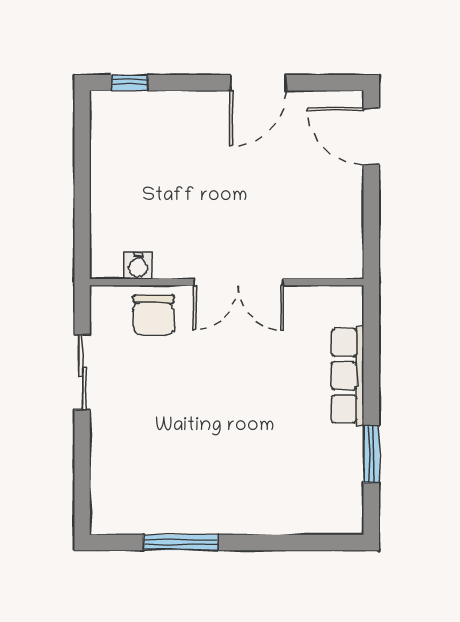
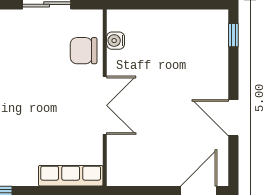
double door: (238, 282) -> (105, 105), swing flipped
row of seats: (348, 376) -> (71, 176), moved

